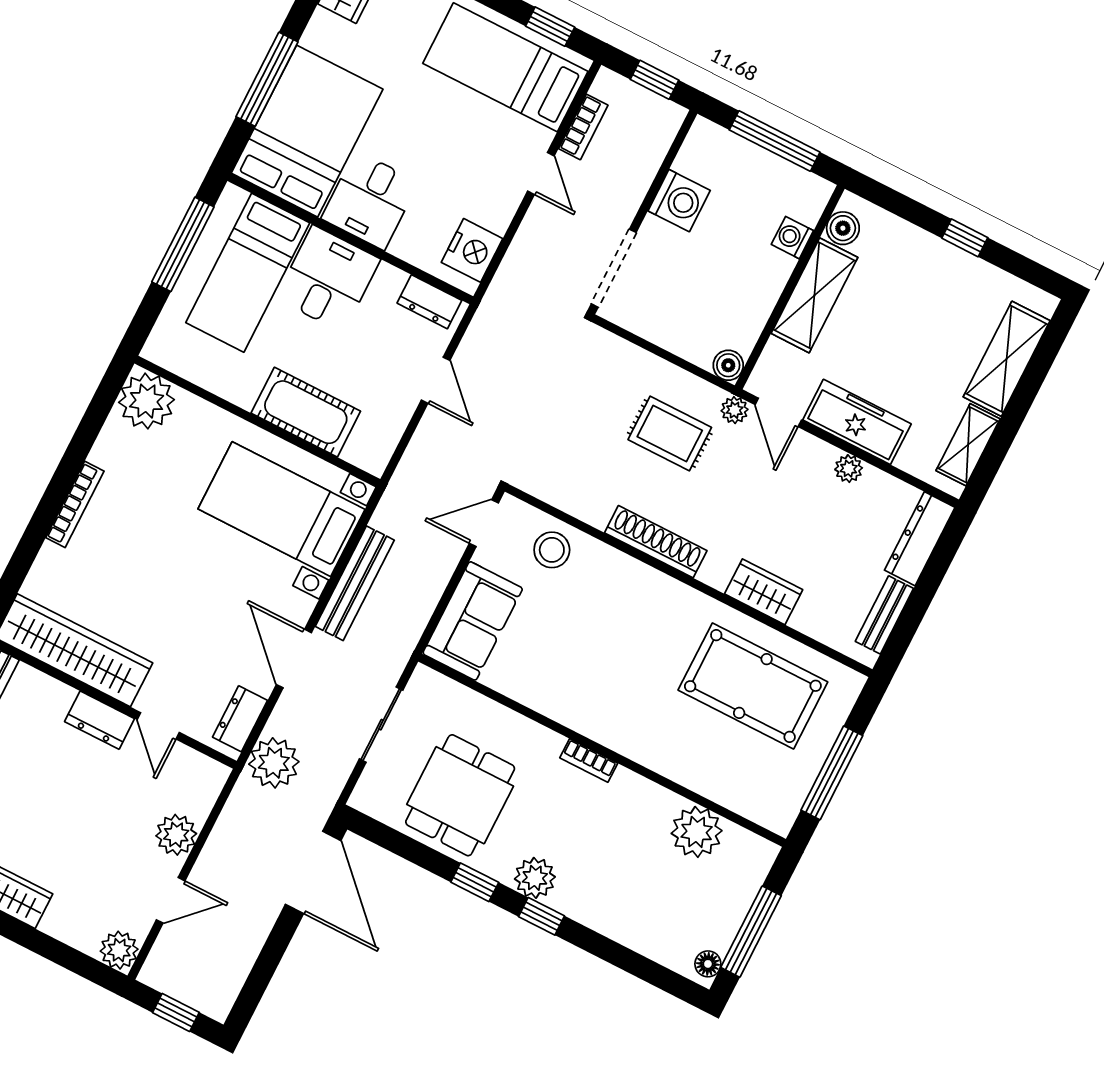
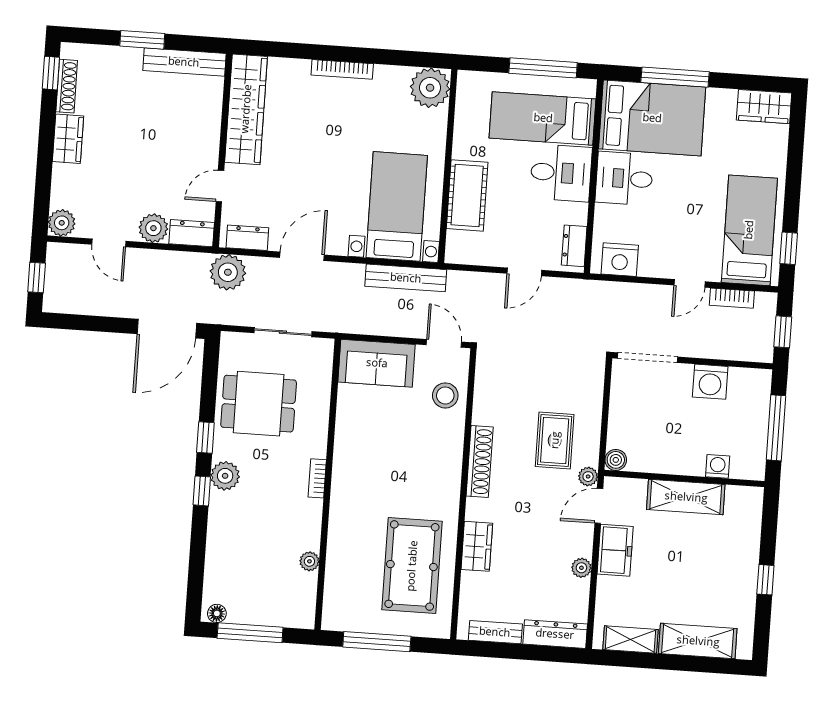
boiler: (843, 228) -> (738, 497), removed
freezer: (857, 422) -> (615, 550), width x0.71
bench: (355, 583) -> (406, 278), moved
dresser: (100, 720) -> (192, 233), moved, turned 90
plant: (697, 832) -> (309, 561), width x0.53, depth x0.53

